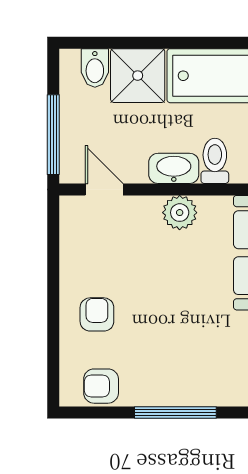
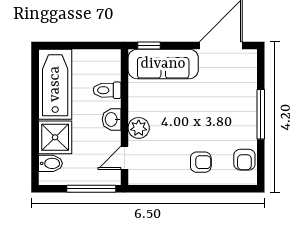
washbasin: (174, 168) -> (112, 119), width x0.72
plant: (180, 213) -> (139, 128), moved
armchair: (97, 314) -> (201, 162), turned 180

